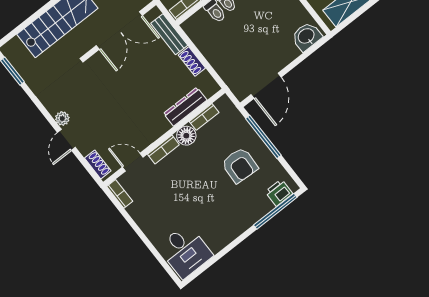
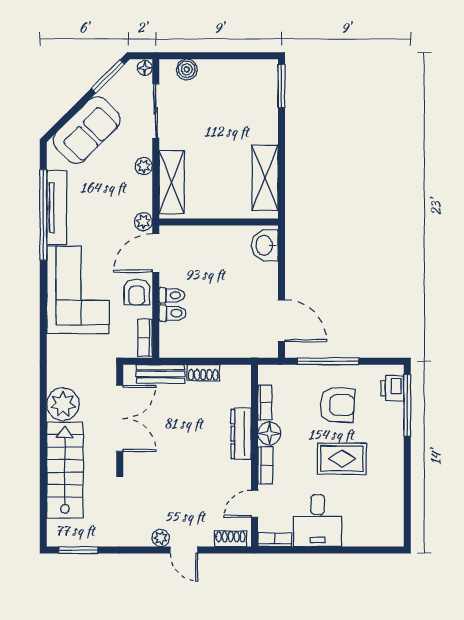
dresser: (185, 107) -> (241, 434), moved
rug: (207, 196) -> (342, 459), added
desk: (185, 251) -> (318, 521), moved, turned 90

